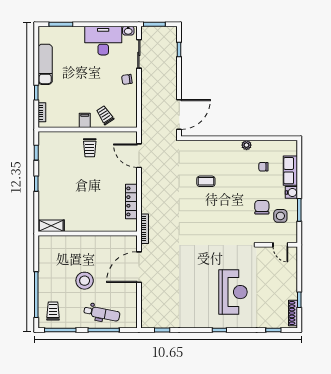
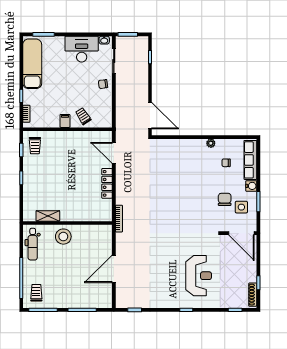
exam couch: (45, 64) -> (32, 64), width x1.36, depth x1.45
door: (179, 114) -> (150, 116), hinge flipped
trolley: (90, 148) -> (35, 146), moved
row of seats: (290, 171) -> (250, 160), width x1.48
coffee table: (206, 181) -> (174, 176), removed
locker: (131, 201) -> (107, 183), moved
shelving: (51, 226) -> (48, 216), moved
door: (280, 245) -> (241, 233), width x1.88
door: (139, 267) -> (114, 269), moved
stool: (85, 281) -> (63, 237), moved
dental chair: (102, 313) -> (33, 244), moved, turned 79

